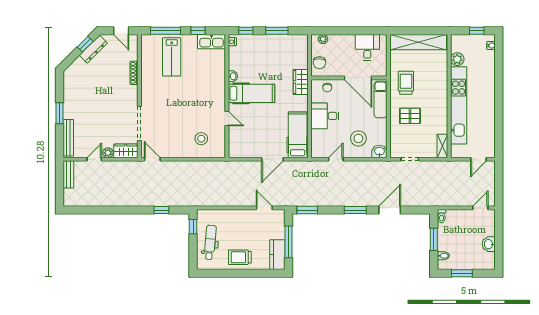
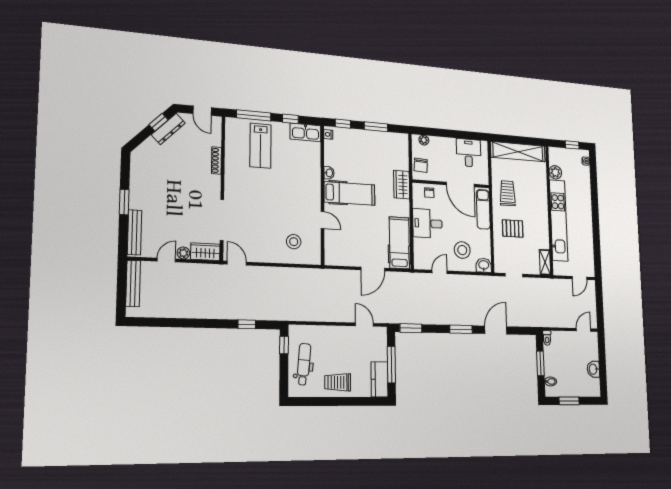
bench: (68, 174) -> (133, 284), width x1.36

